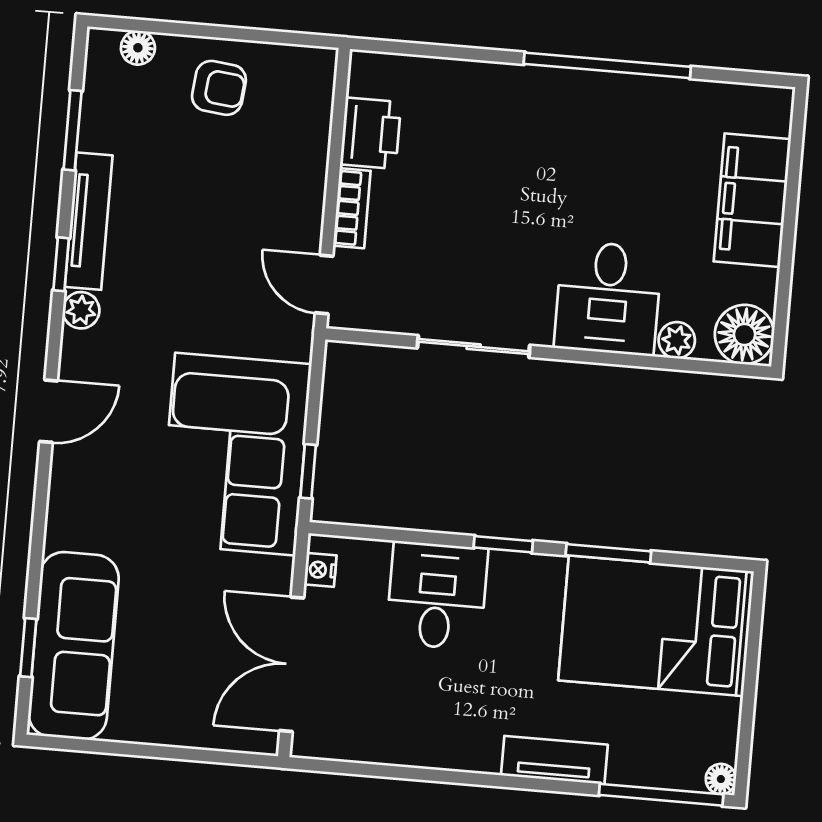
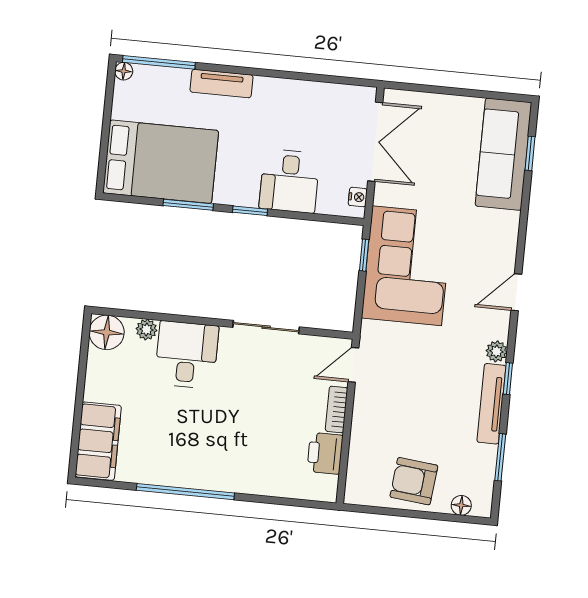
armchair: (219, 88) -> (414, 481), width x1.38, depth x1.38
filing cabinet: (752, 200) -> (98, 441), moved
door: (324, 284) -> (353, 365), swing flipped

